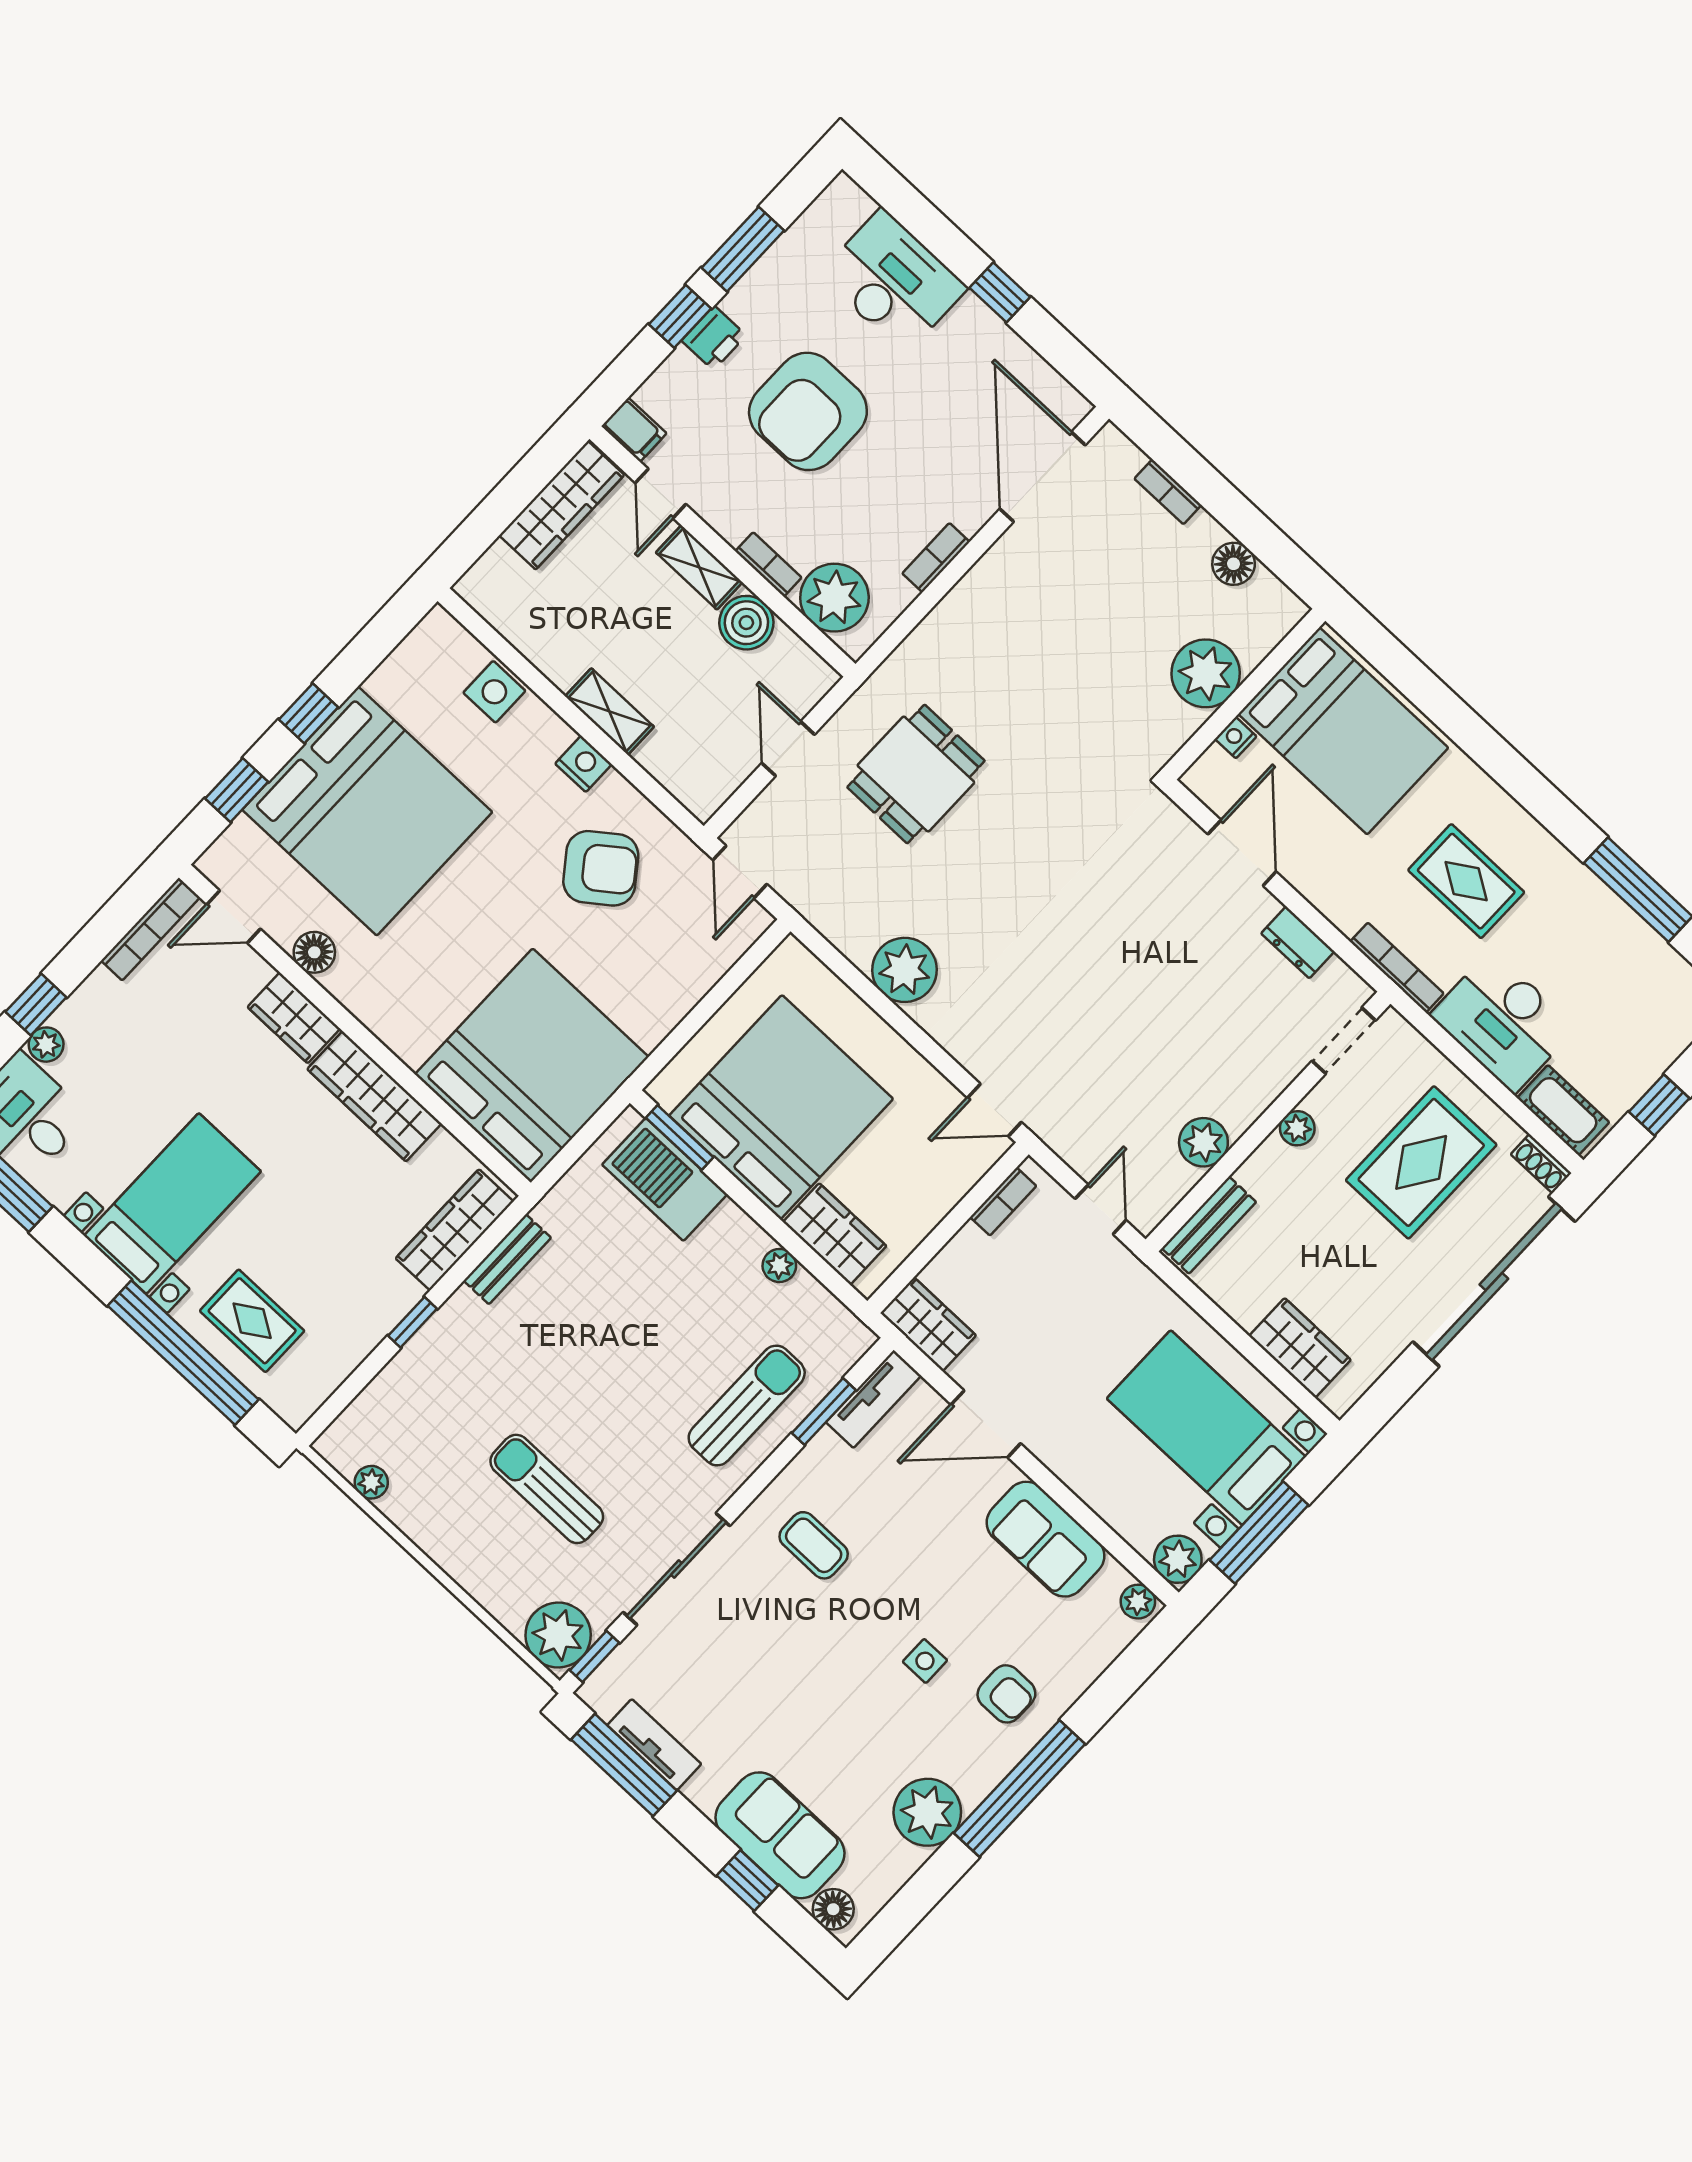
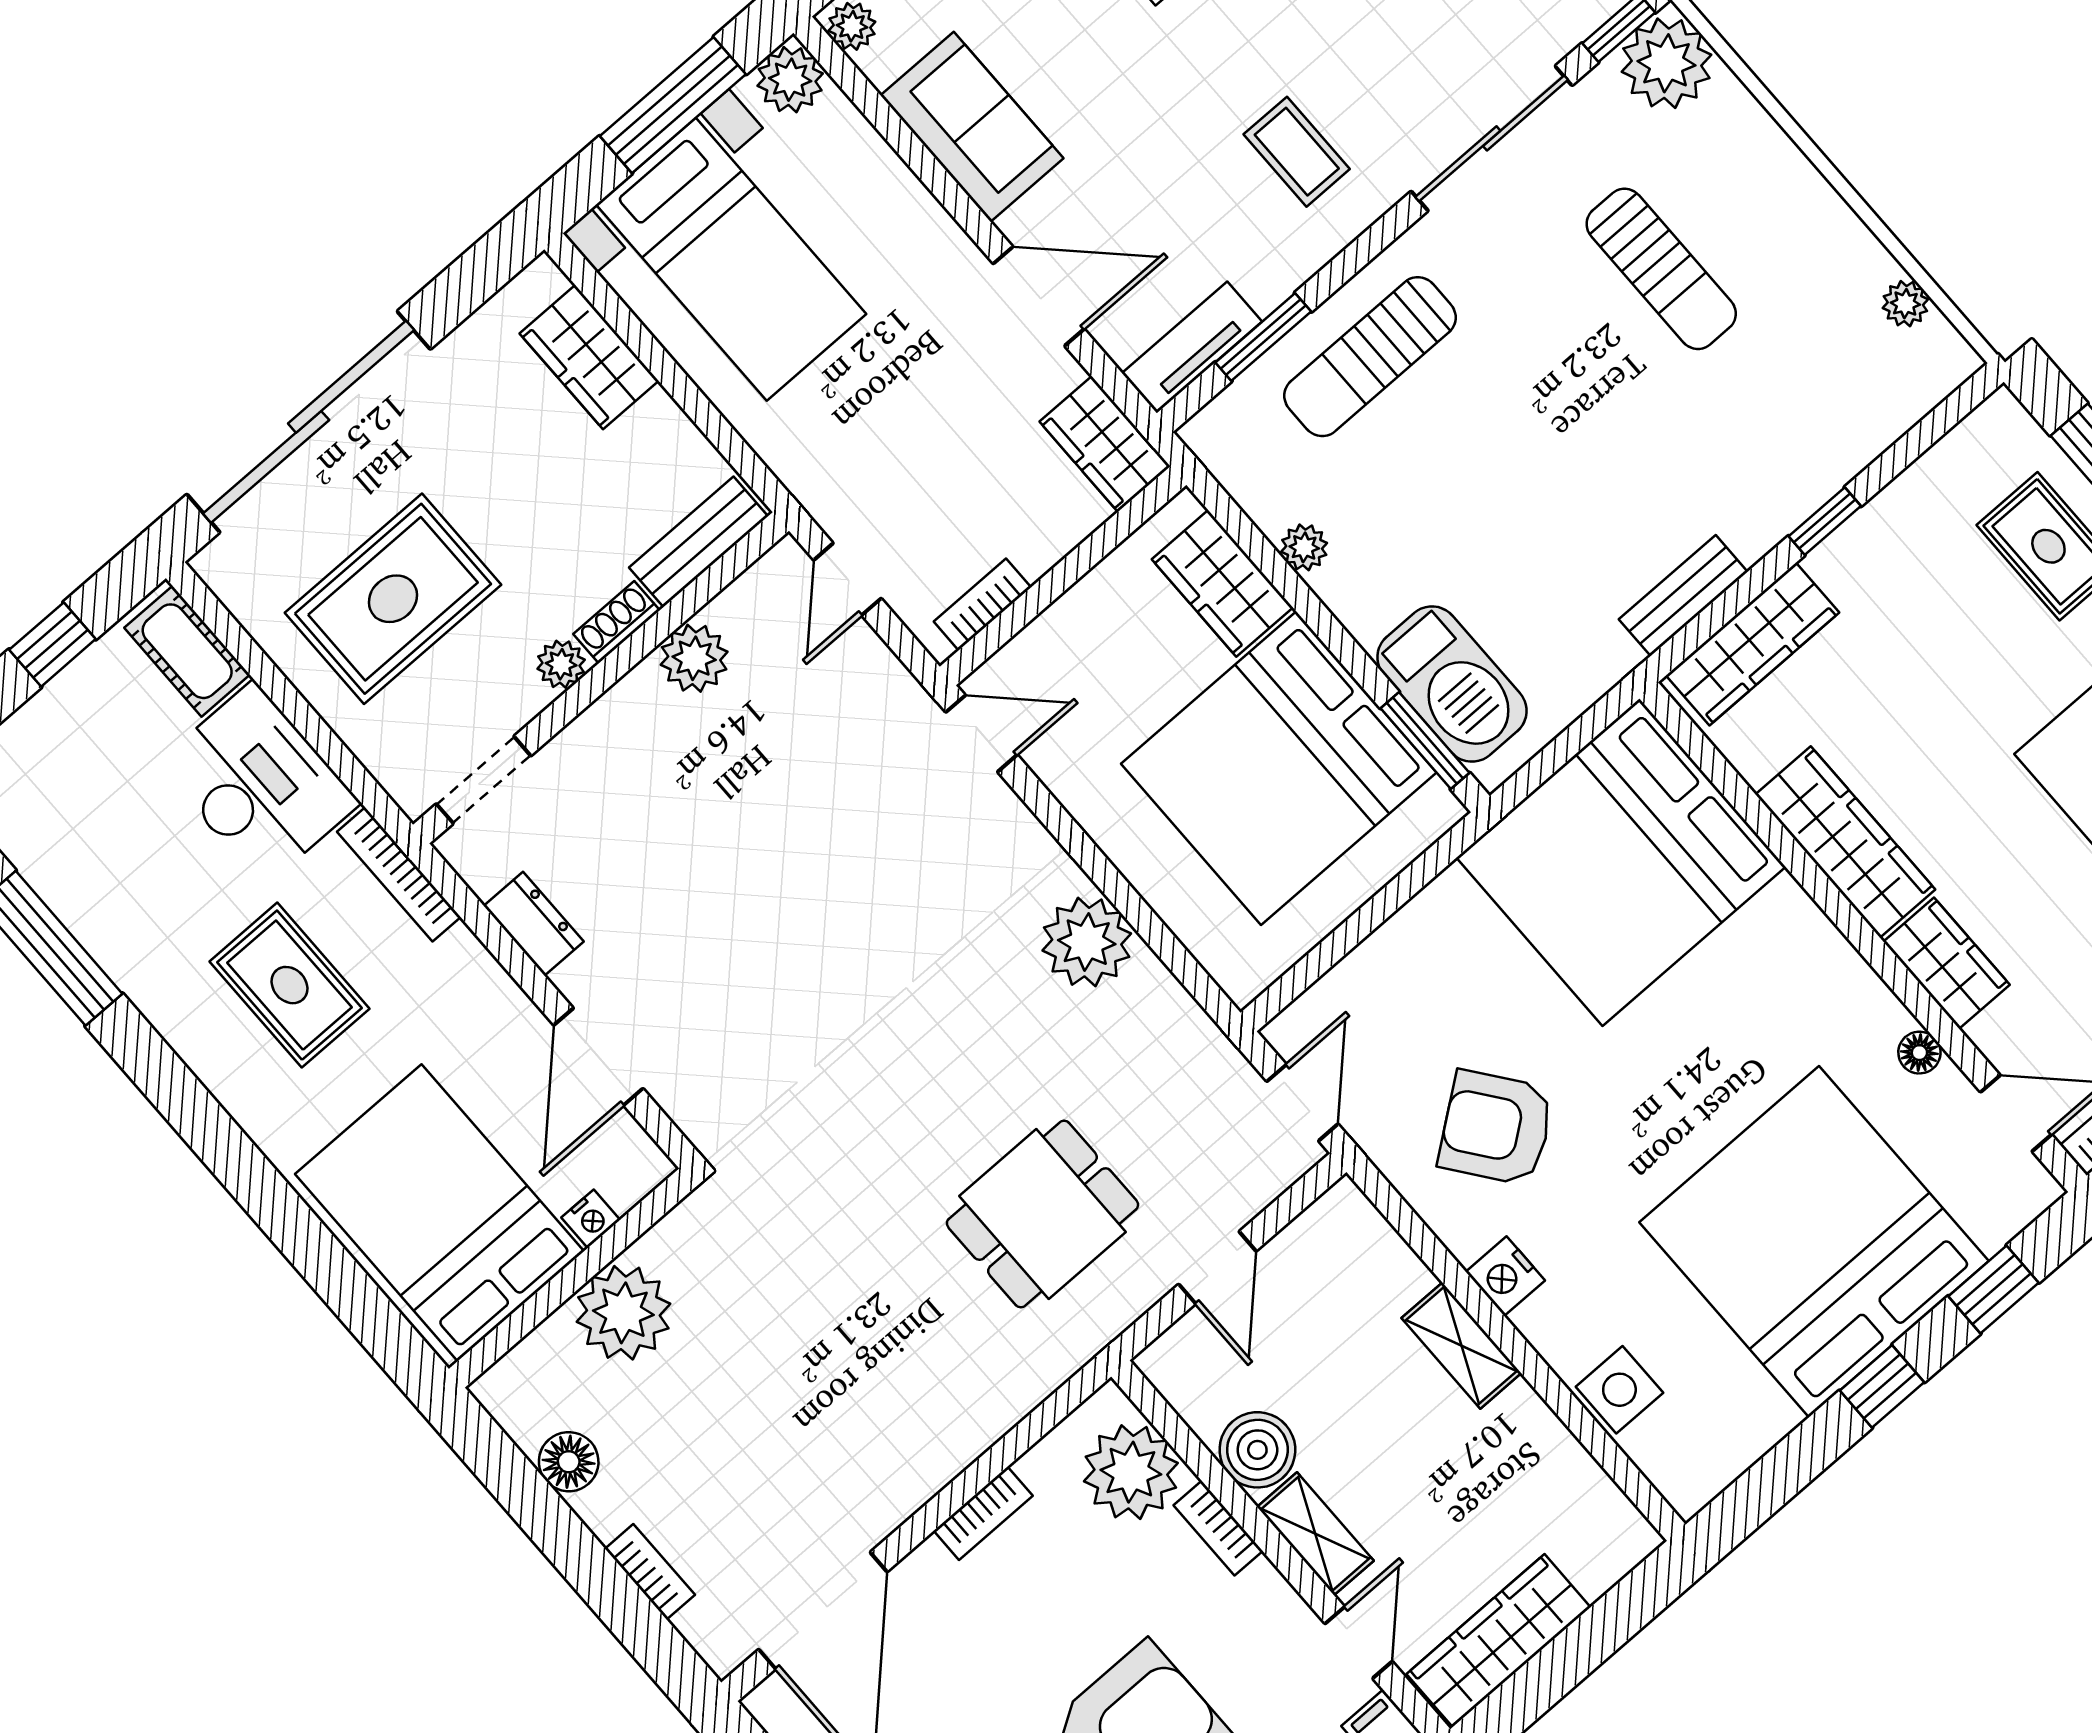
floor lamp: (314, 952) -> (1919, 1053), width x0.73, depth x0.73
shoe rack: (1541, 1164) -> (616, 622), moved, turned -90

